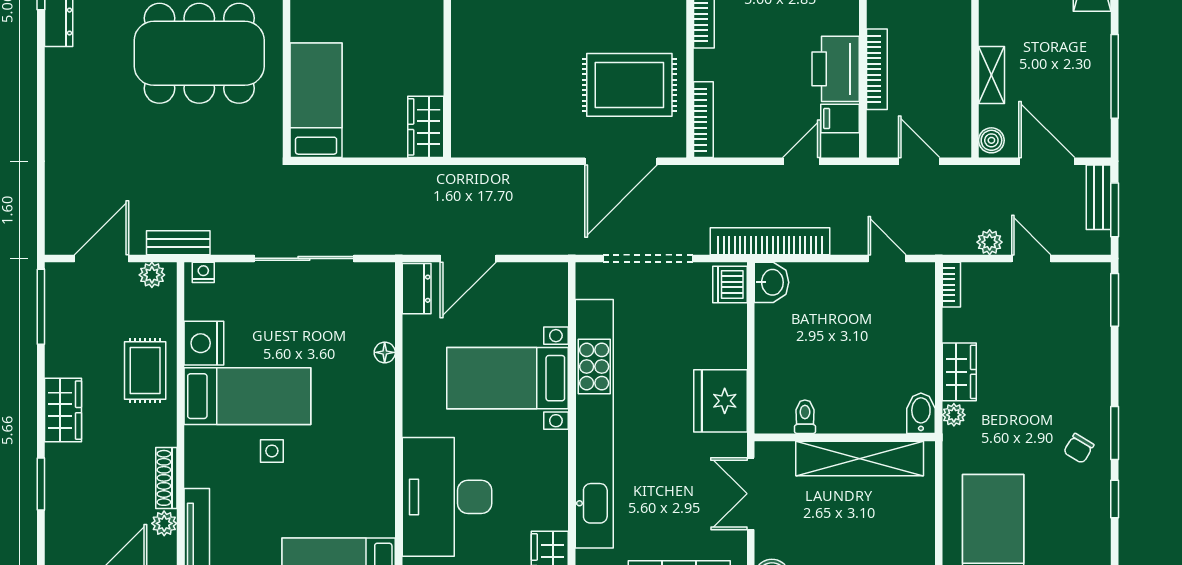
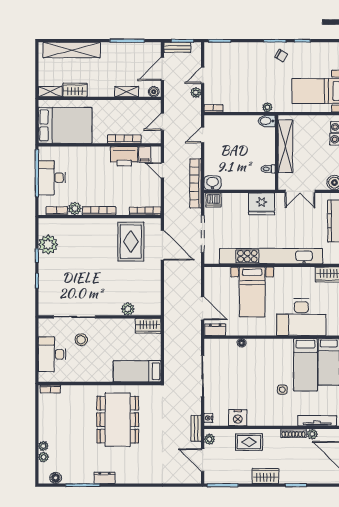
plant: (467, 78) -> (128, 309), added
wardrobe: (959, 372) -> (250, 105), removed
bed: (247, 396) -> (305, 365), moved, turned 180

